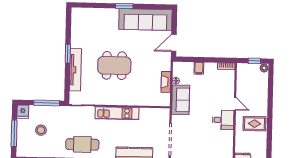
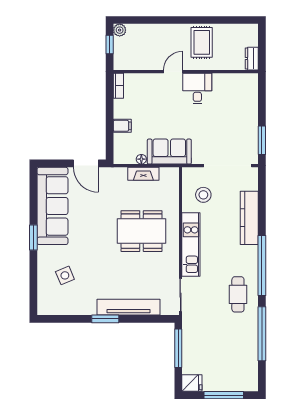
side table: (98, 27) -> (65, 275), added
dining table: (114, 66) -> (142, 231), moved, turned 90
stool: (41, 130) -> (203, 195), moved
cafe table: (82, 144) -> (238, 294), width x0.73, depth x0.74

